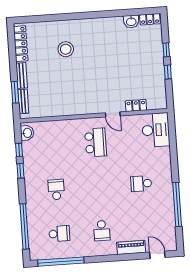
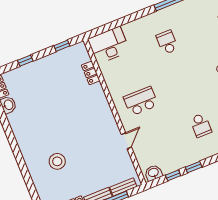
window: (168, 72) -> (62, 46), moved
door: (113, 114) -> (126, 141), moved
school desk: (141, 184) -> (167, 42), turned 180
school desk: (56, 190) -> (201, 125), turned -90

